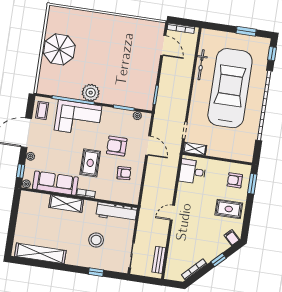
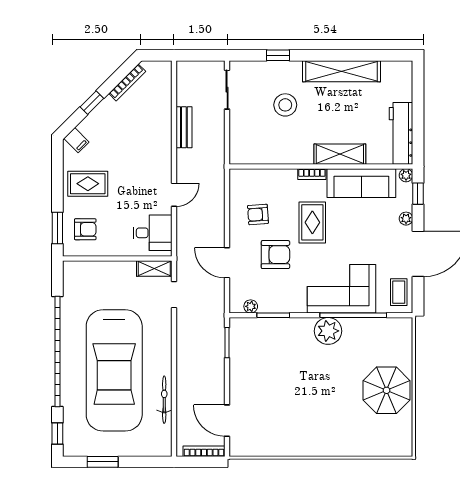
workbench: (117, 212) -> (401, 133), moved, turned -90
door: (172, 213) -> (174, 195), moved
shelving: (40, 253) -> (341, 71), moved
bench: (159, 260) -> (184, 127), moved

